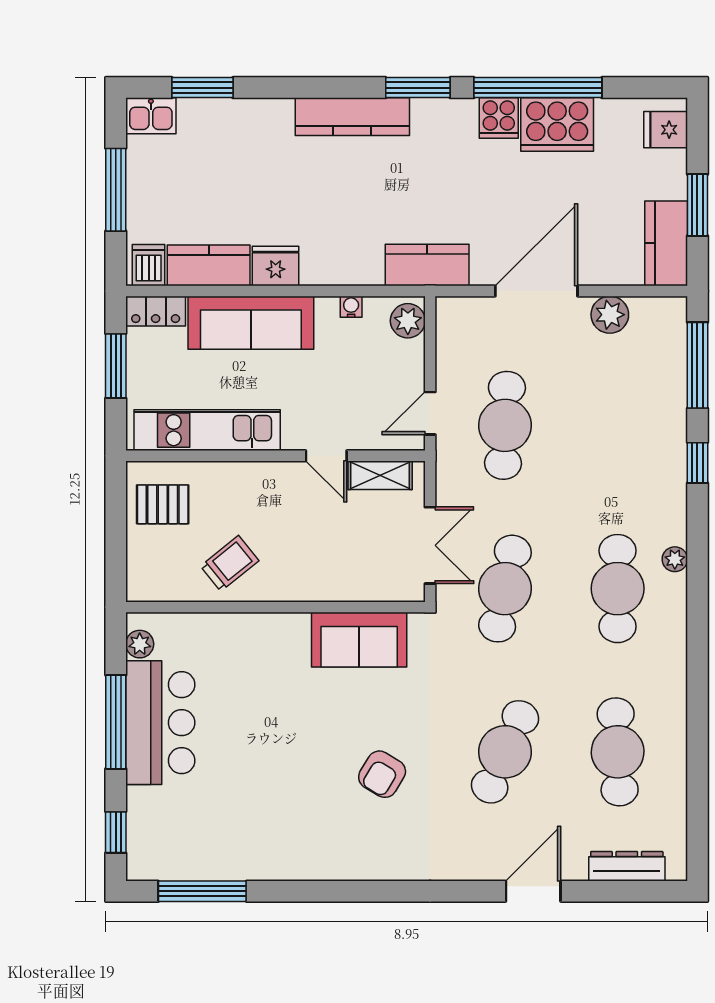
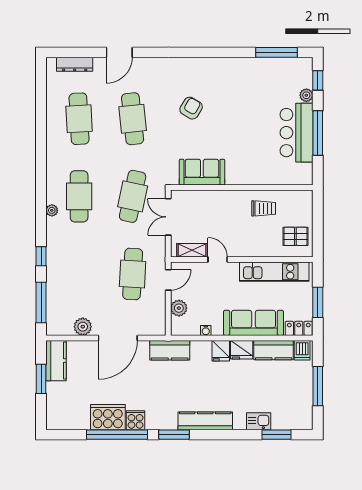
kitchen sink: (151, 116) -> (259, 421), moved
fridge: (666, 130) -> (221, 351), moved, turned 90
plant: (408, 321) -> (179, 308), moved
trolley: (230, 563) -> (264, 208), turned -141
plant: (140, 644) -> (306, 95), moved
cafe table: (505, 752) -> (133, 119), turned -30

